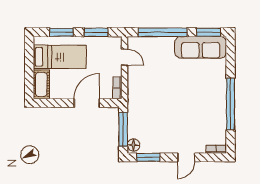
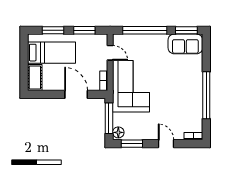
sofa: (201, 47) -> (185, 44), width x0.73
corner sofa: (148, 94) -> (131, 86), added
door: (87, 103) -> (76, 94), hinge flipped
door: (186, 157) -> (166, 144), swing flipped

